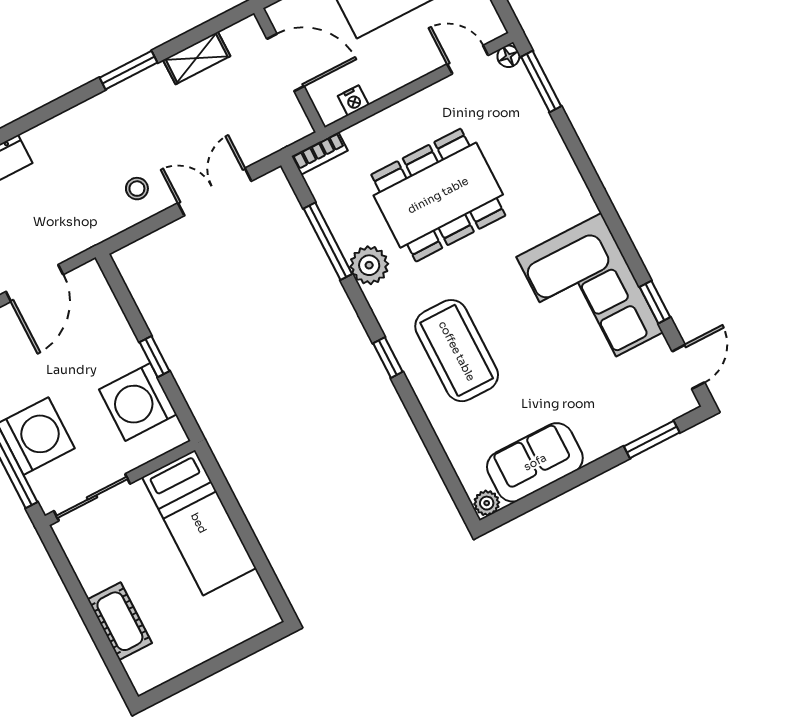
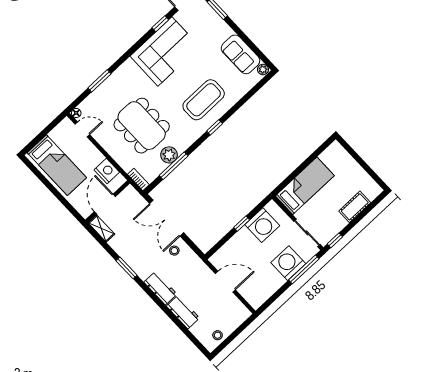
shelving: (197, 58) -> (101, 228), moved
door: (468, 60) -> (82, 129), swing flipped
window: (541, 82) -> (99, 81), moved
nightstand: (353, 100) -> (107, 171), width x1.89, depth x1.79
workbench: (62, 133) -> (160, 288), added
double door: (215, 192) -> (167, 218), width x1.37
plant: (369, 265) -> (169, 155), moved
window: (57, 555) -> (335, 240), added

